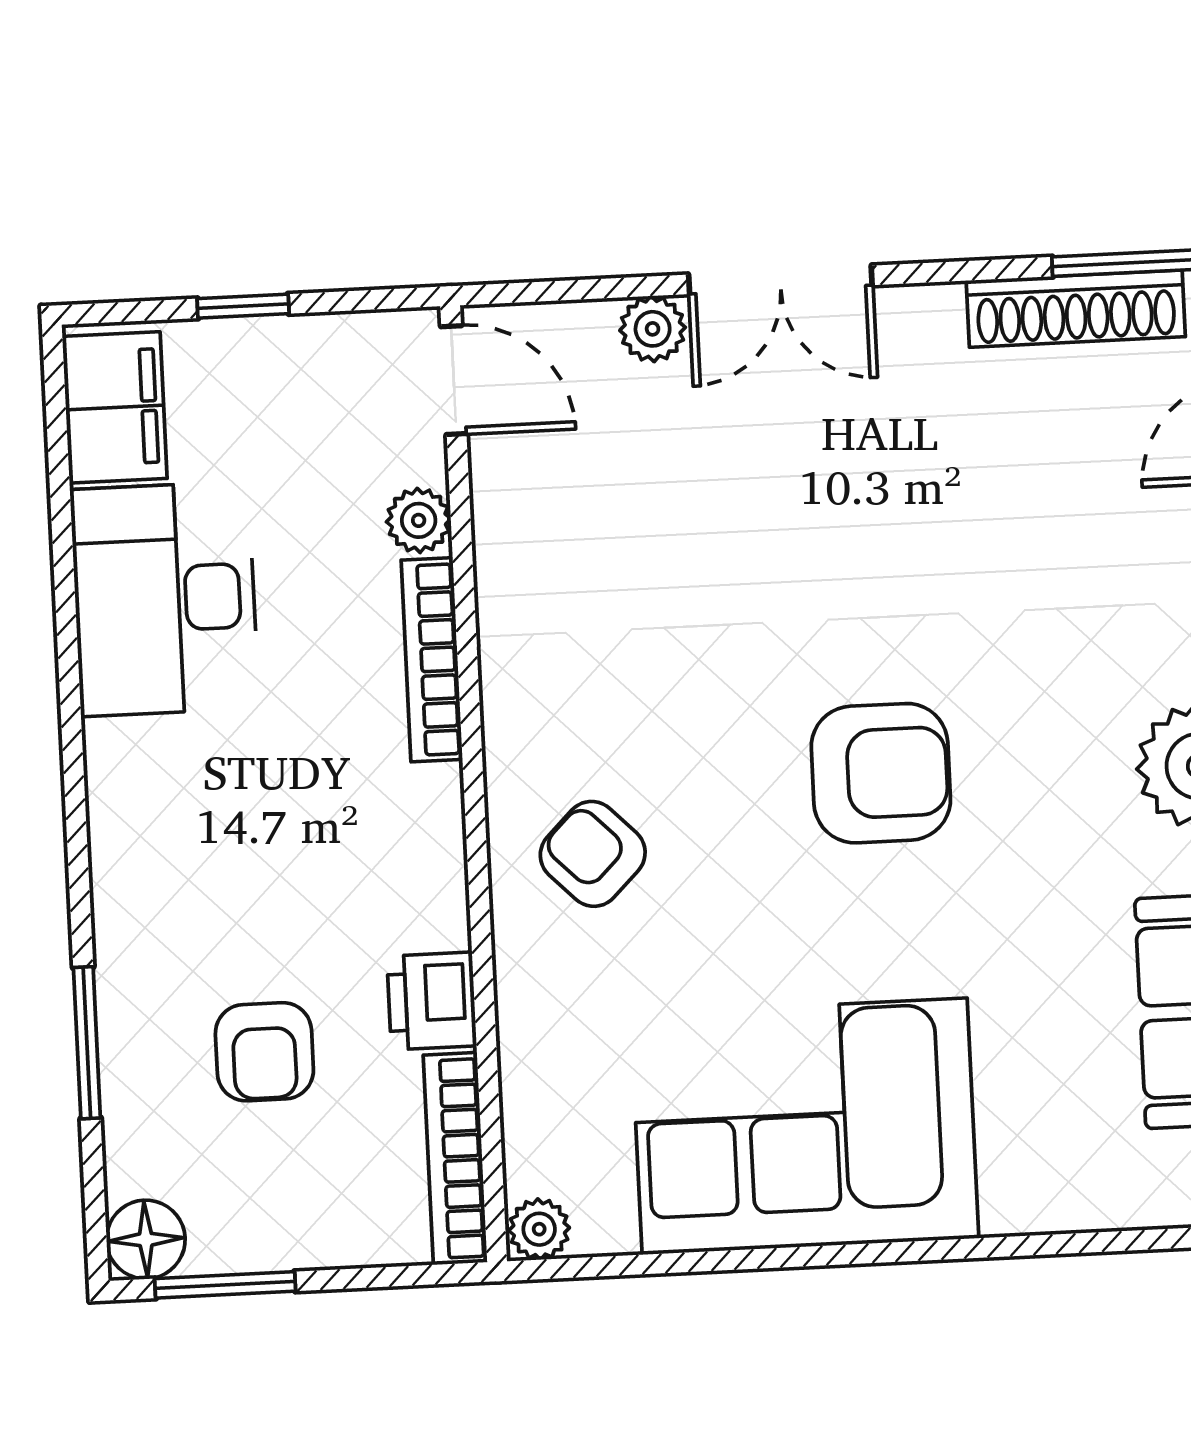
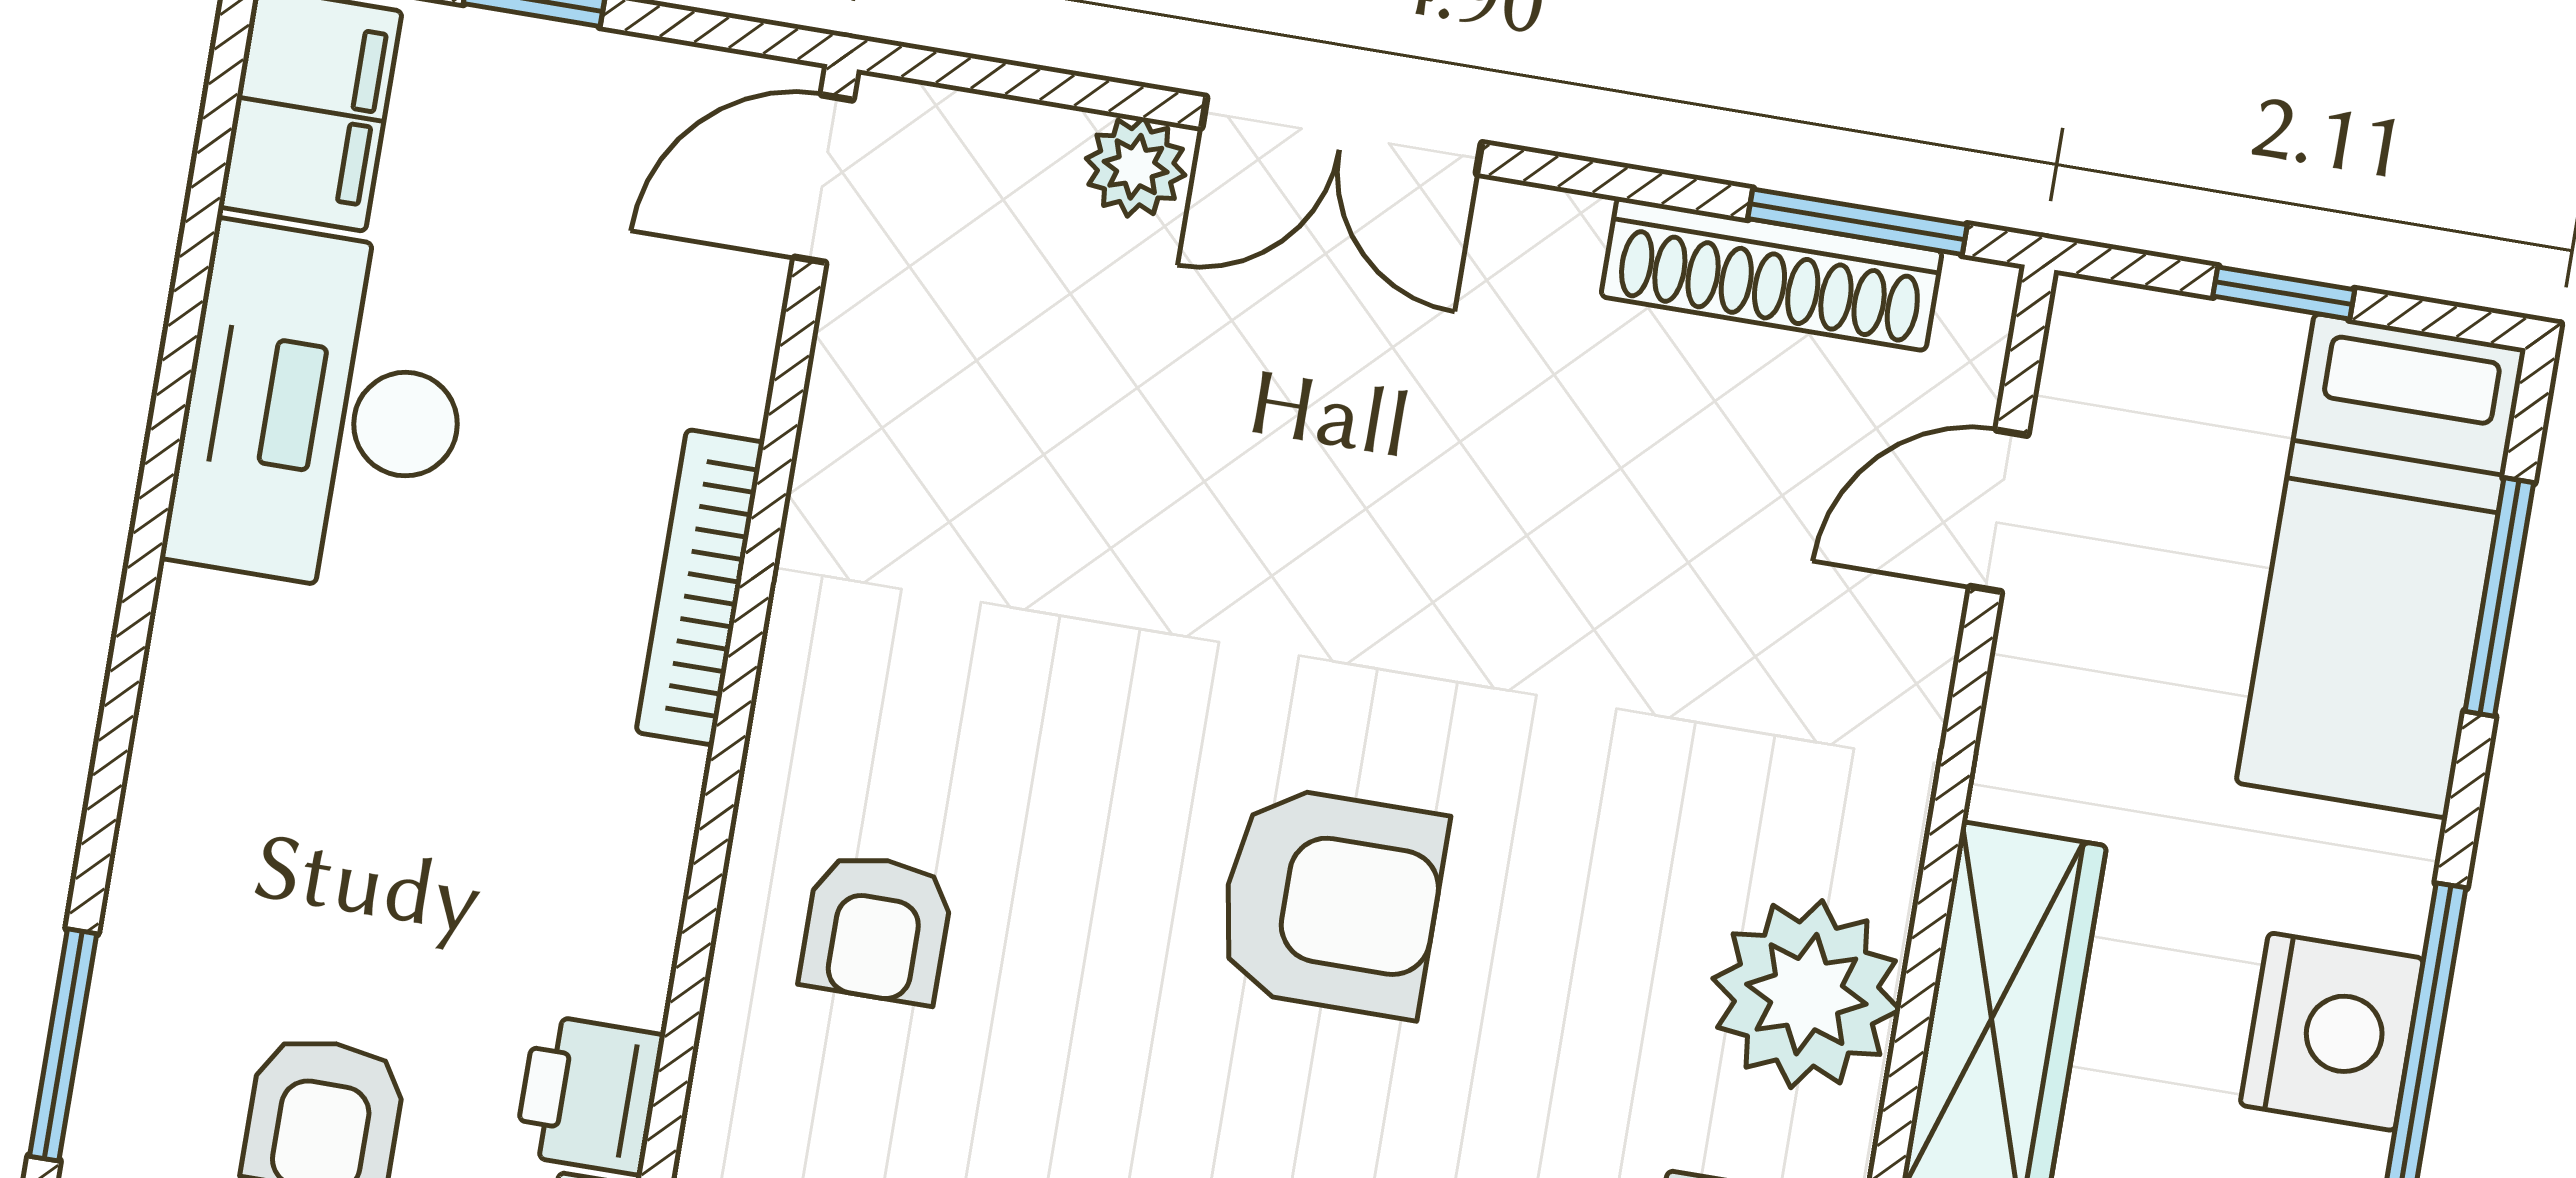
door: (454, 380) -> (824, 179), swing flipped
plant: (419, 520) -> (726, 376), removed
armchair: (593, 854) -> (876, 928), turned -135

